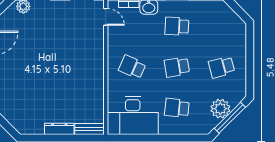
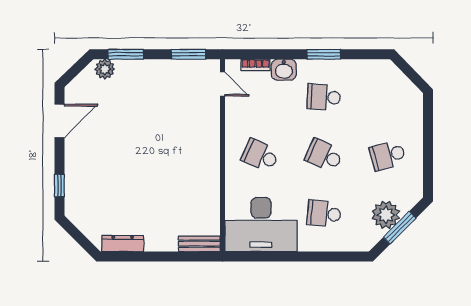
school desk: (177, 67) -> (324, 155), turned 33
window: (230, 118) -> (400, 228), width x0.69
dresser: (59, 129) -> (123, 244), moved

